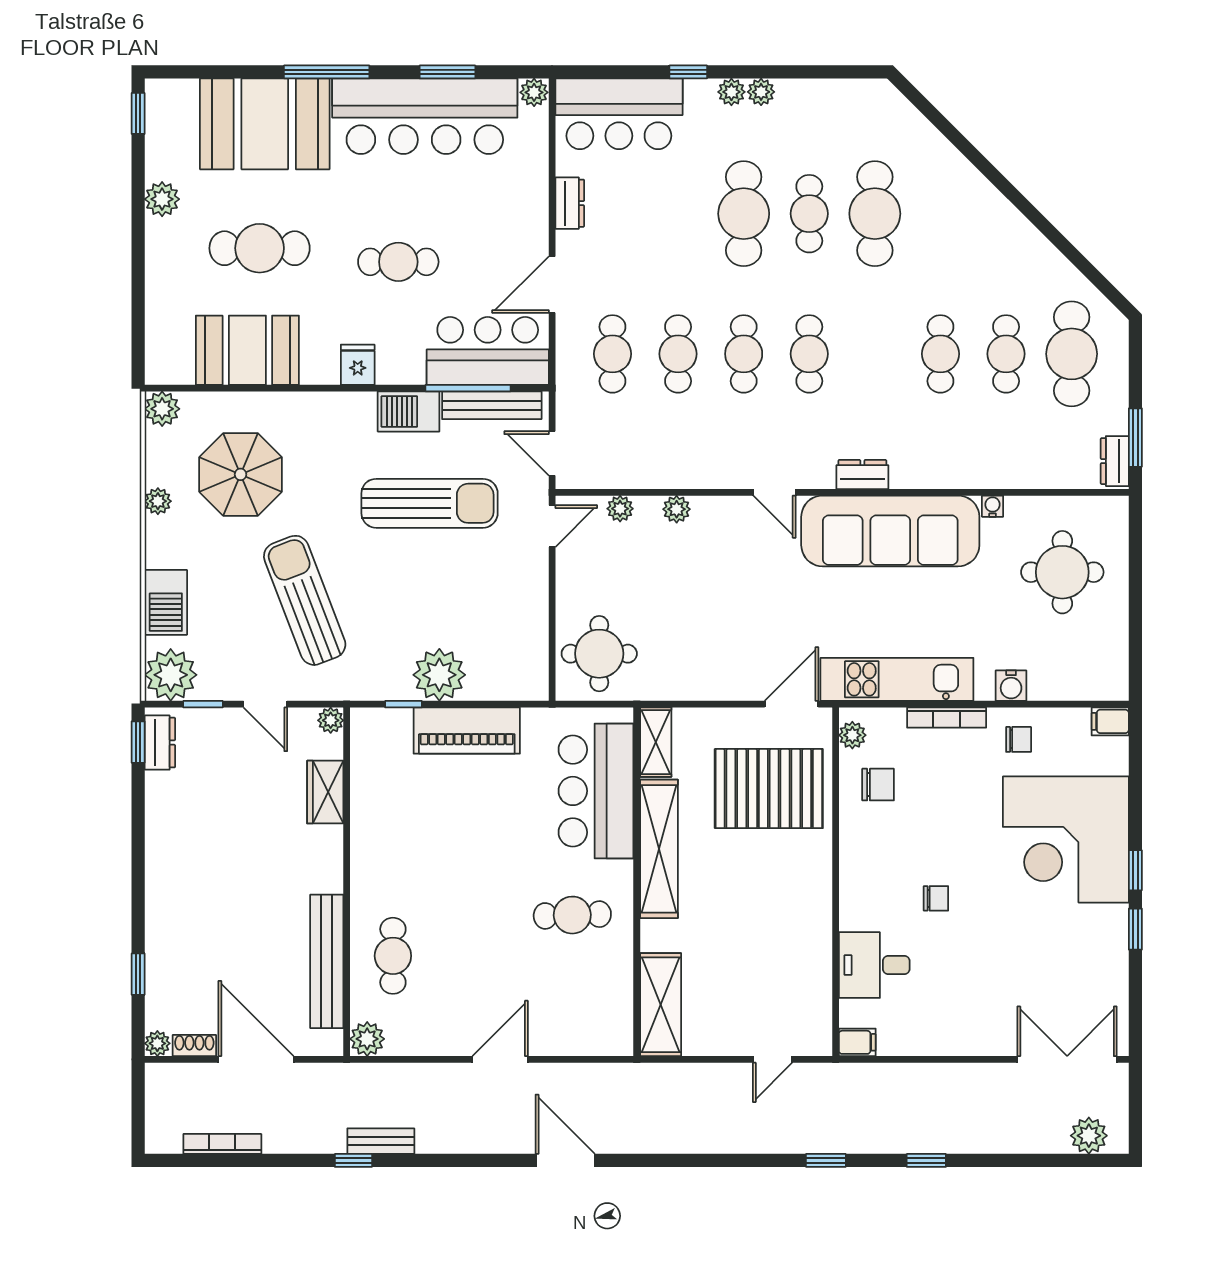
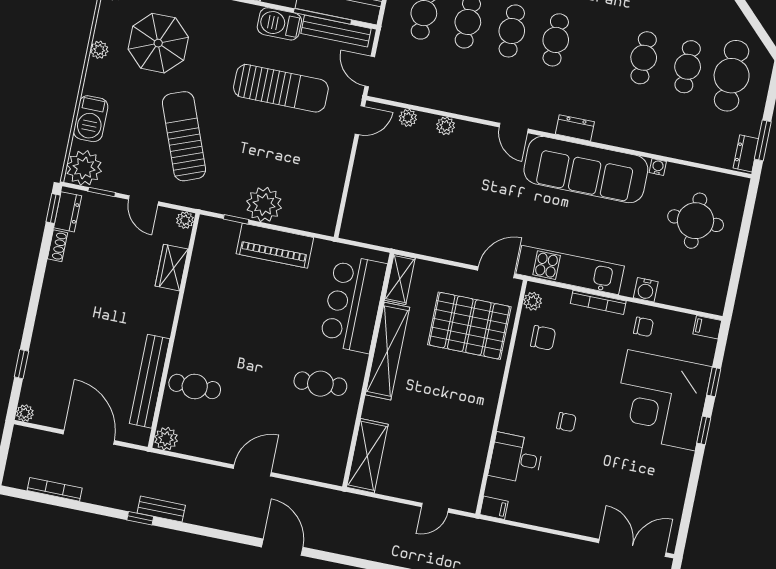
round table: (599, 654) -> (374, 212), removed
window: (1135, 929) -> (714, 382), moved
cafe table: (393, 956) -> (195, 386), turned 90
shoe rack: (194, 1046) -> (57, 246), moved, turned 90

